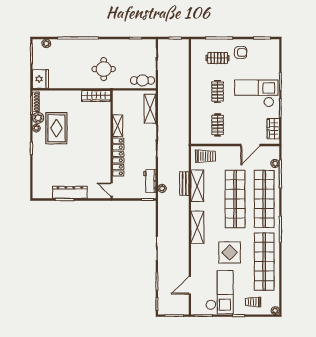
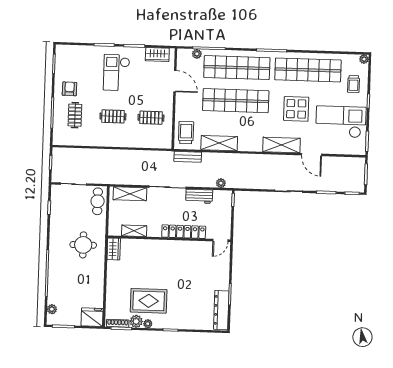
checkout: (256, 93) -> (116, 73), width x0.73, depth x0.83
wardrobe: (96, 96) -> (114, 249), width x0.67
shelving: (118, 126) -> (134, 231), moved
workbench: (150, 181) -> (199, 196), moved
bench: (184, 184) -> (188, 157), moved
dresser: (70, 192) -> (221, 310), moved
shelving: (197, 227) -> (281, 145), moved
door: (190, 285) -> (312, 155), moved

